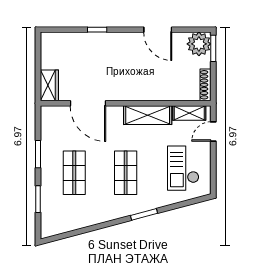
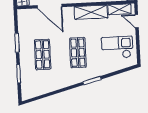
door: (213, 132) -> (137, 21), hinge flipped
checkout: (183, 168) -> (117, 47), turned 90

